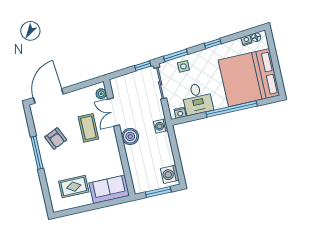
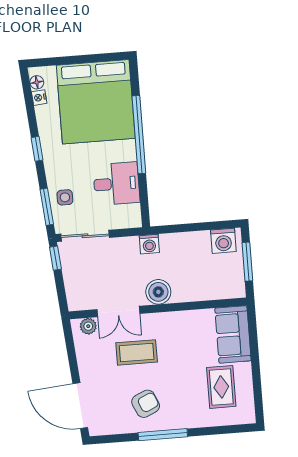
nightstand: (180, 113) -> (134, 212), removed

